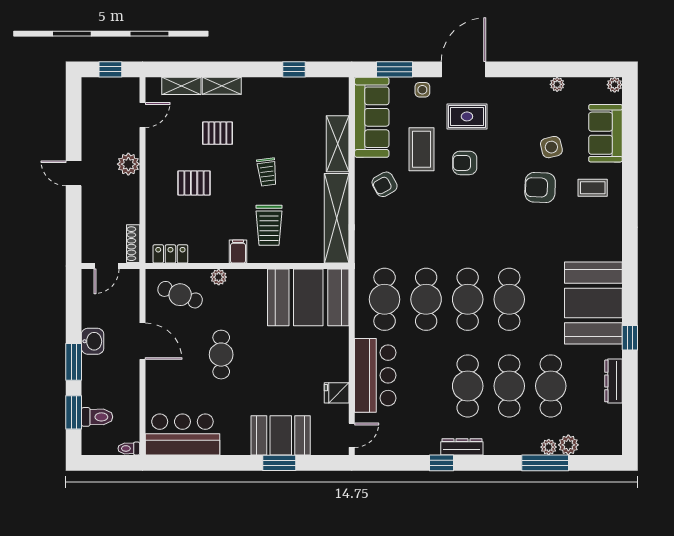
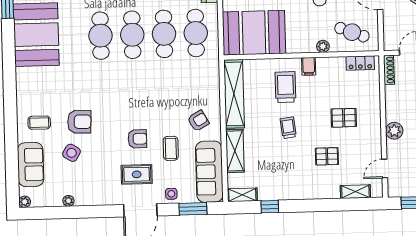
shelving: (222, 86) -> (242, 195), moved
side table: (551, 147) -> (72, 153), turned 45
coffee table: (421, 149) -> (171, 148), width x0.73, depth x0.77

